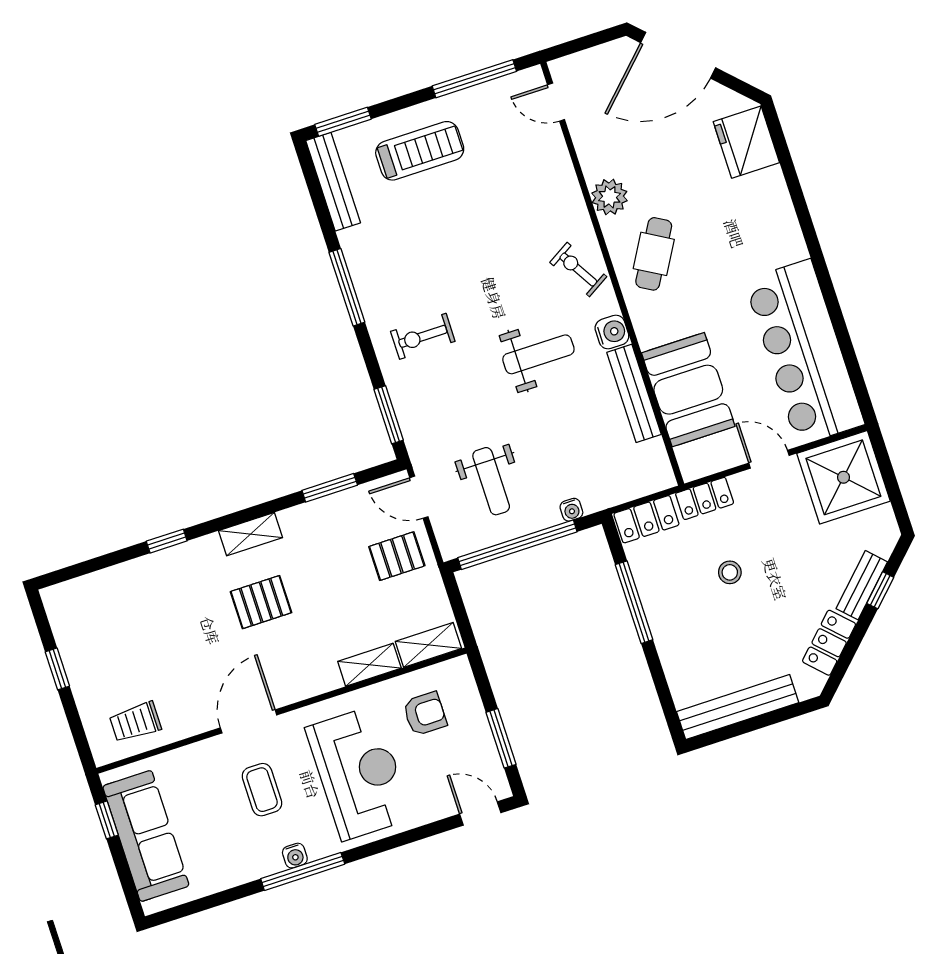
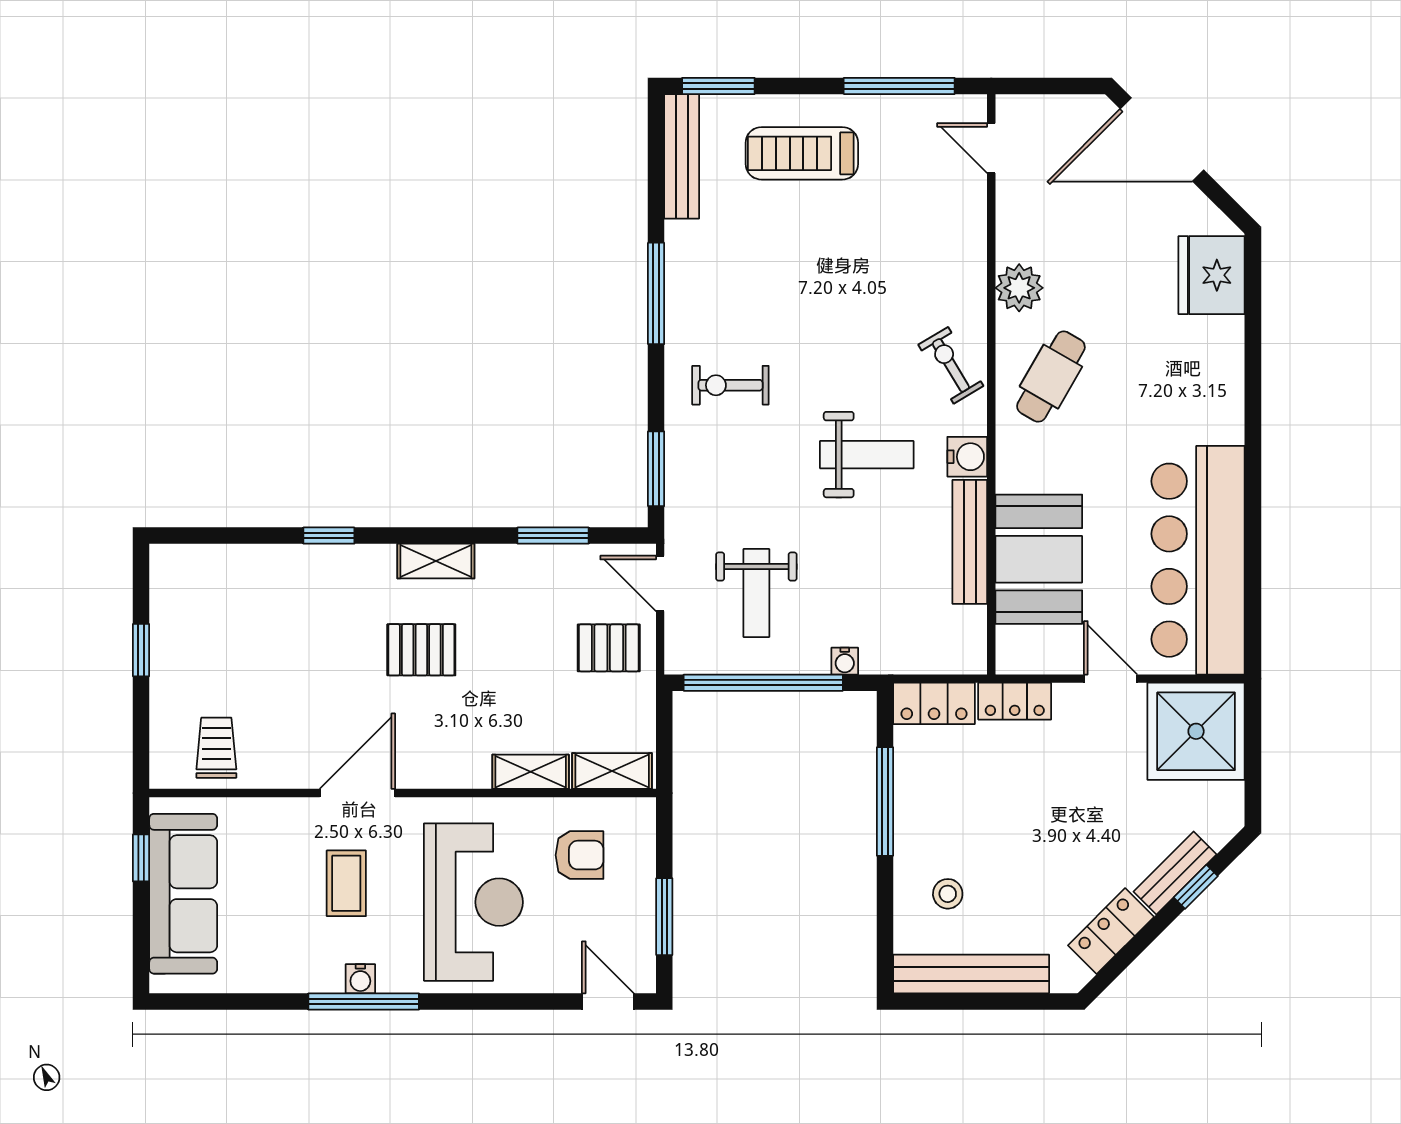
treadmill: (420, 151) -> (802, 153), turned 180
stool: (730, 572) -> (948, 894), moved
trolley: (135, 722) -> (216, 748), turned 90

